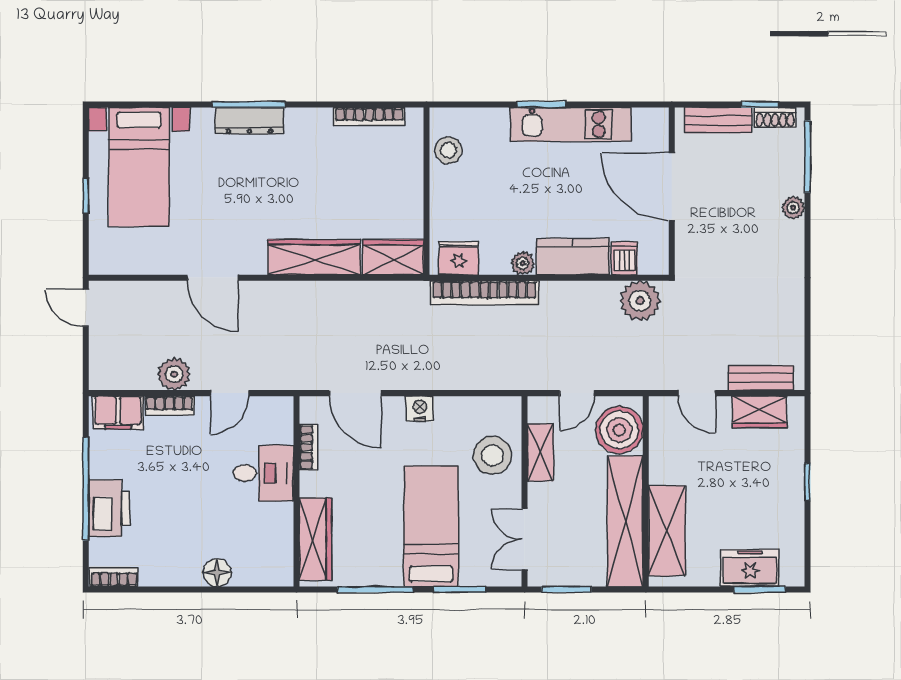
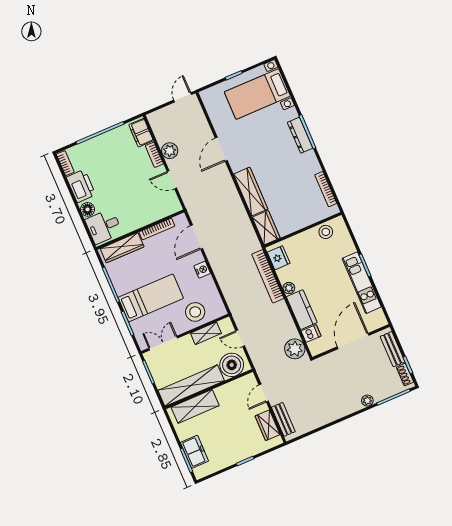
bookcase: (309, 447) -> (157, 229), width x1.56
desk: (263, 473) -> (104, 226), moved, turned 90
printer: (109, 508) -> (81, 186), moved, turned -90

